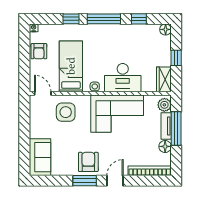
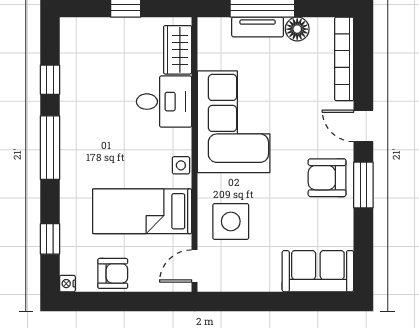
window: (71, 19) -> (50, 239), moved
floor lamp: (166, 29) -> (71, 28), removed
desk: (123, 78) -> (164, 102), width x0.73
wardrobe: (164, 79) -> (178, 50), moved, turned 90
plant: (164, 105) -> (217, 30), removed

